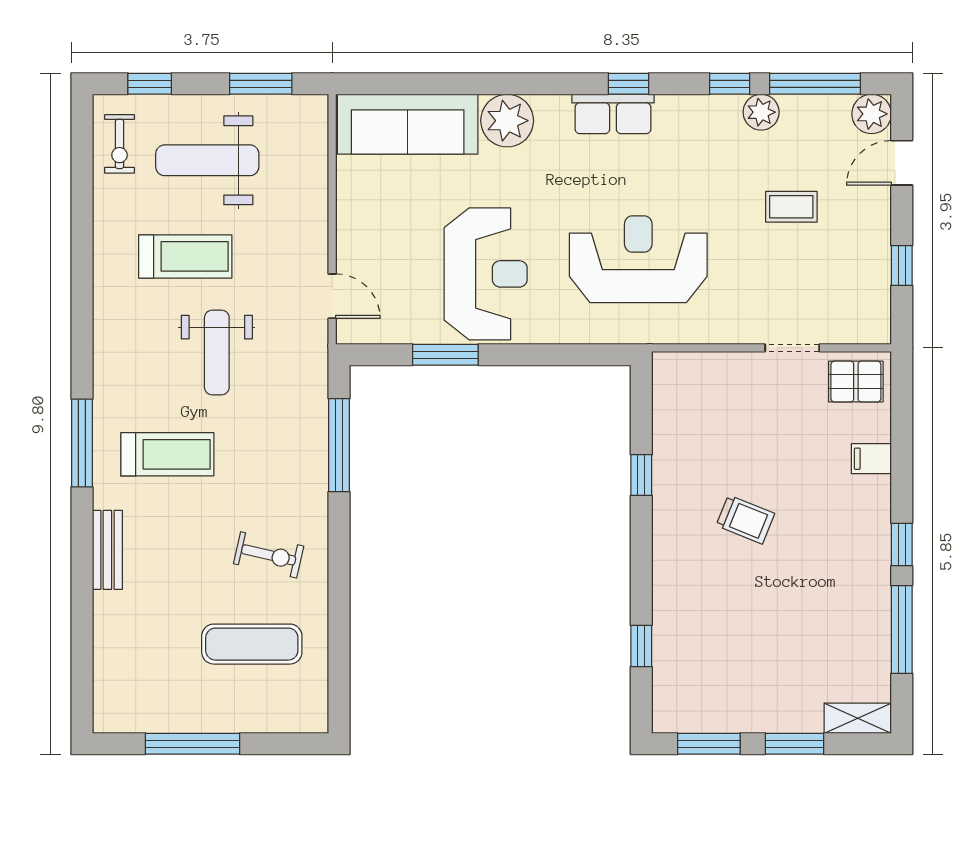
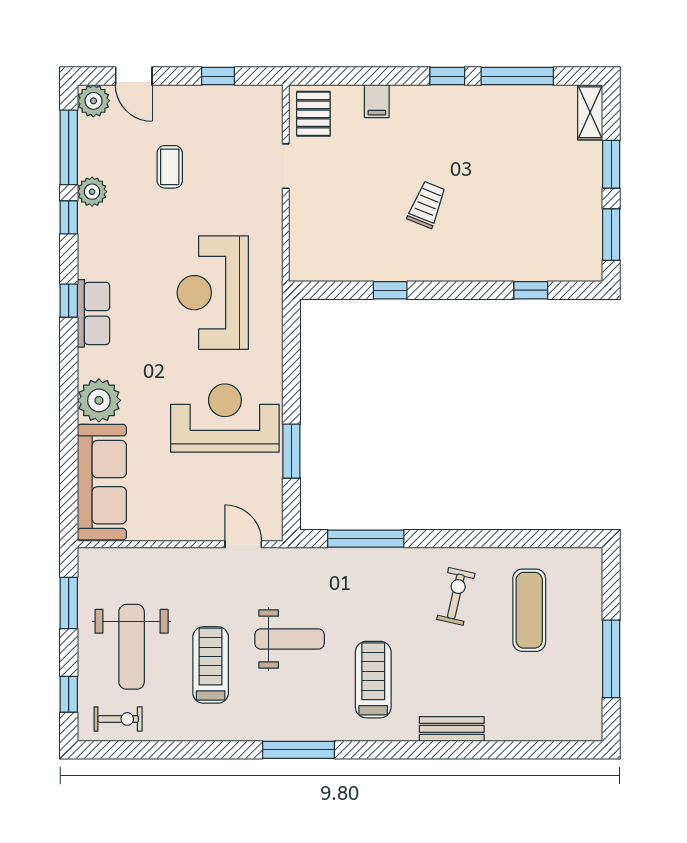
door: (332, 296) -> (243, 544), hinge flipped
window: (82, 443) -> (298, 750), moved

